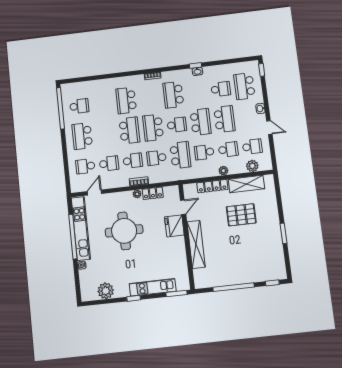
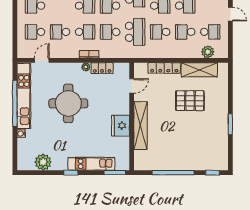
school desk: (228, 149) -> (185, 32), turned 180
school desk: (109, 163) -> (60, 32), turned 180
plant: (223, 171) -> (178, 53), removed
fridge: (174, 226) -> (120, 126), moved

